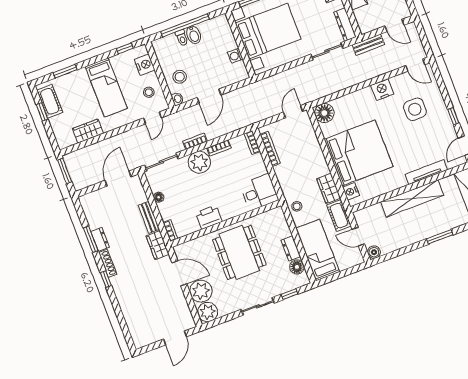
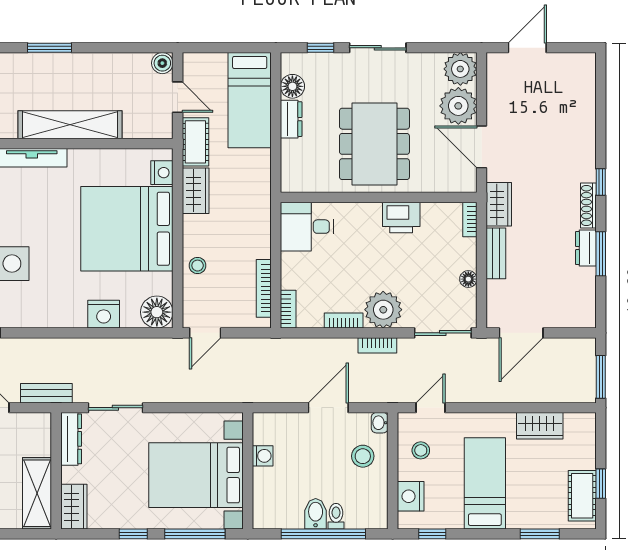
nightstand: (382, 90) -> (104, 314), moved
stool: (297, 206) -> (198, 266), moved

